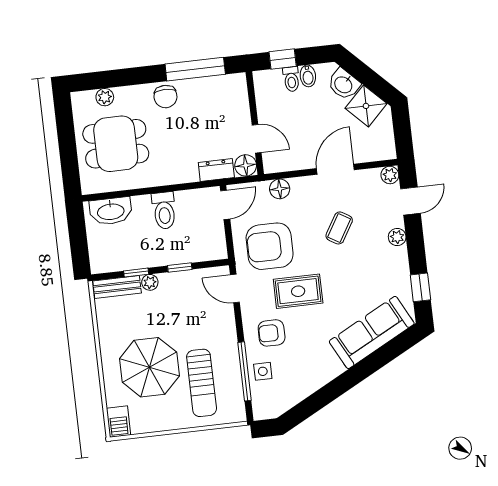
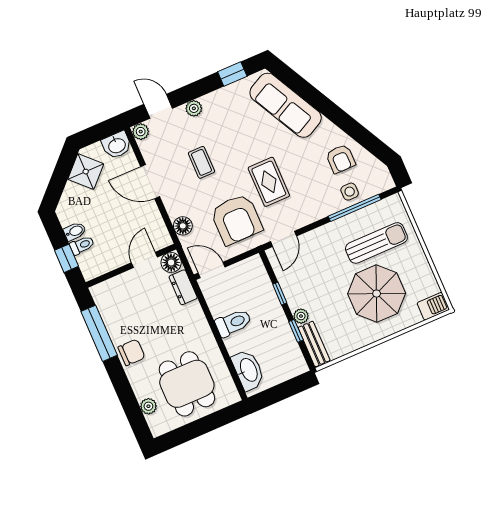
washbasin: (344, 84) -> (117, 145), moved, turned 45
coffee table: (339, 228) -> (201, 162), turned 59
armchair: (272, 333) -> (341, 159), moved

